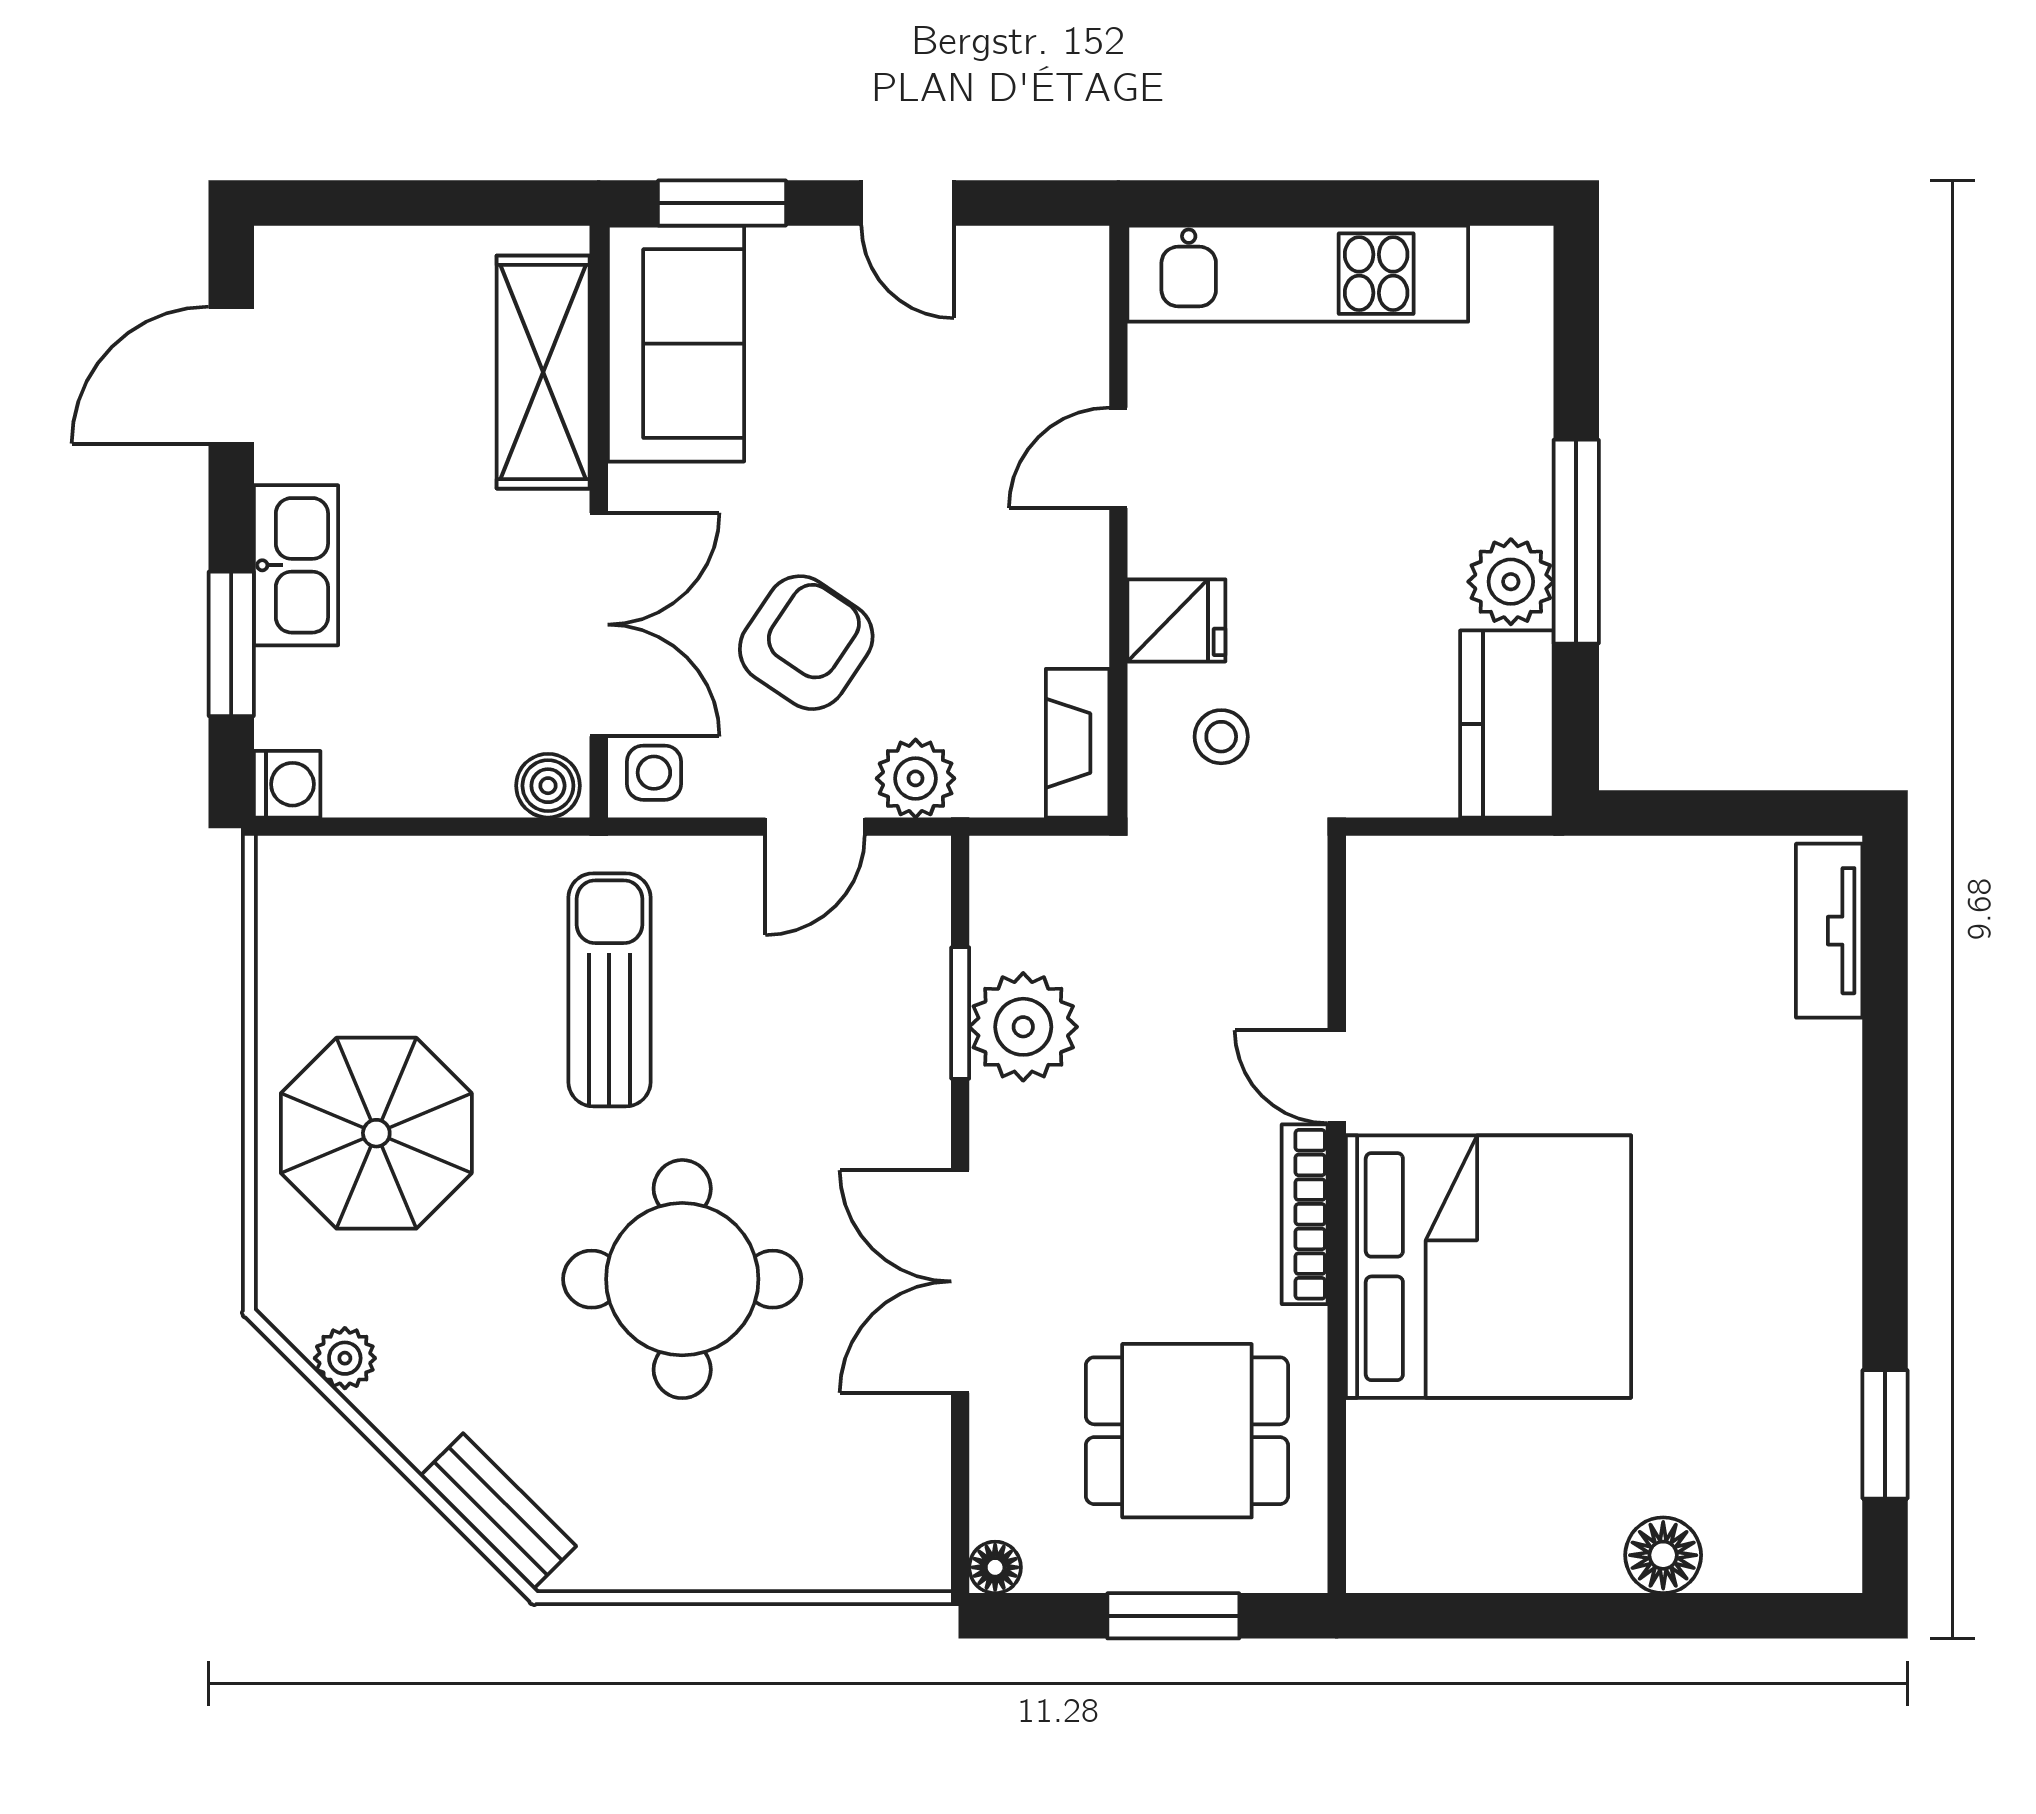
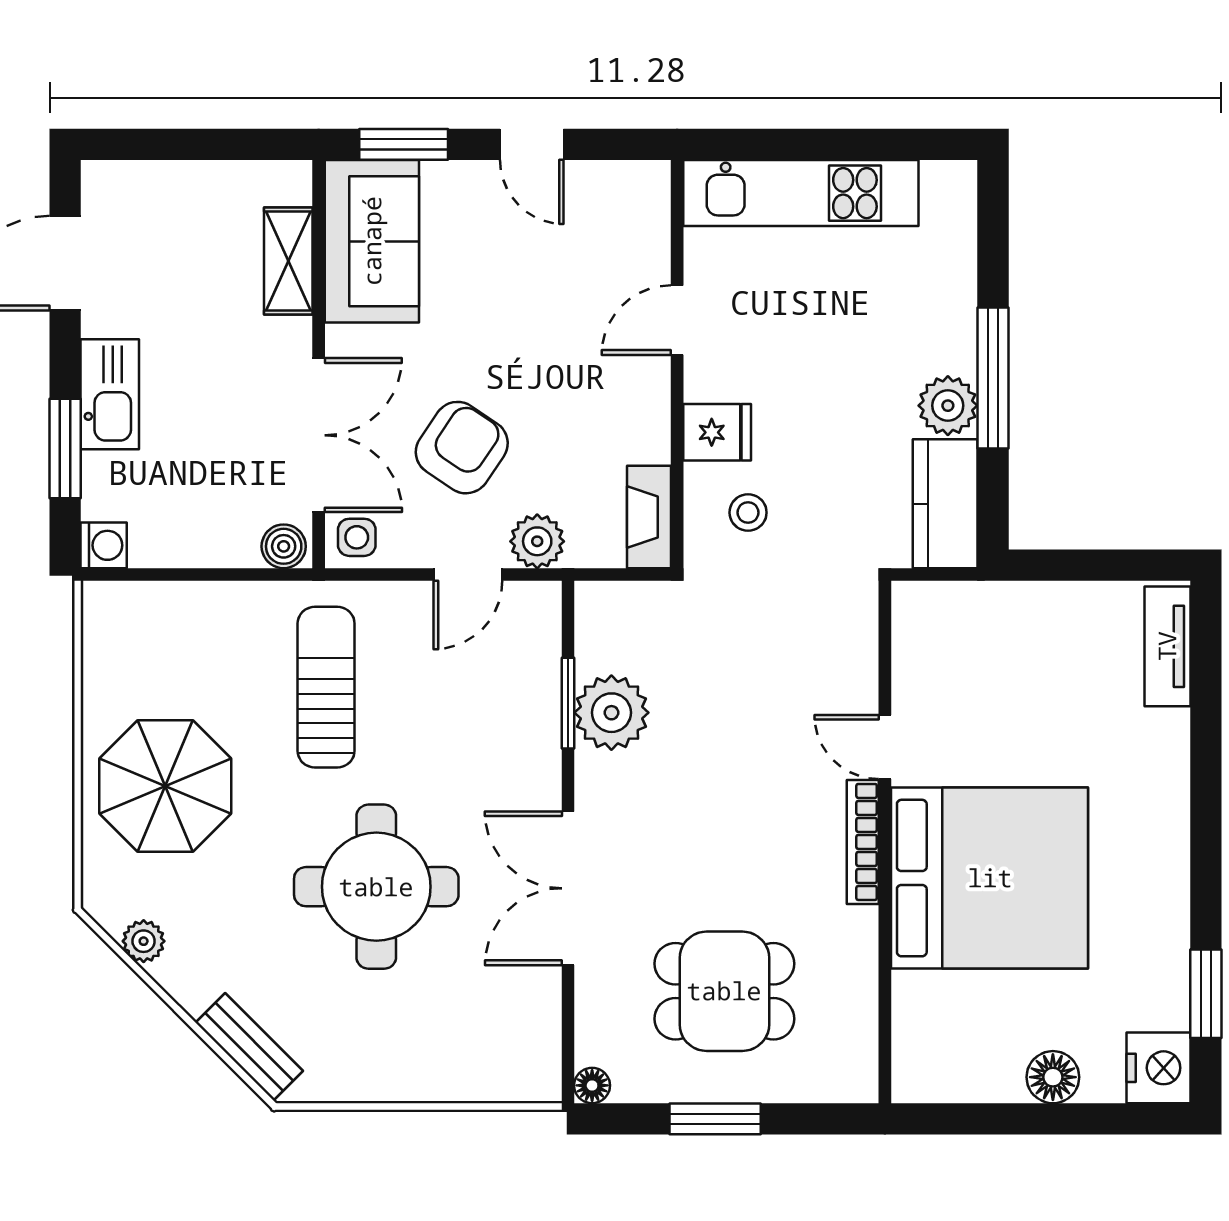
shelving: (543, 372) -> (288, 261), width x0.67, depth x0.75
door: (1337, 1077) -> (885, 747), moved
bookcase: (1305, 1214) -> (863, 842), moved
wall: (1337, 1214) -> (885, 842), moved
bed: (1488, 1267) -> (990, 878), moved
nightstand: (1816, 1542) -> (1158, 1068), added

